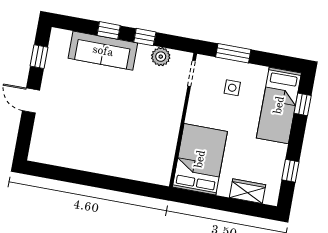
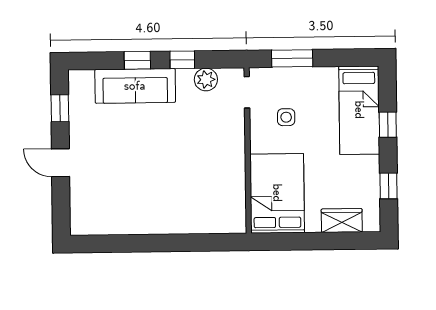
side table: (232, 88) -> (286, 117), moved
window: (303, 104) -> (388, 125), moved

